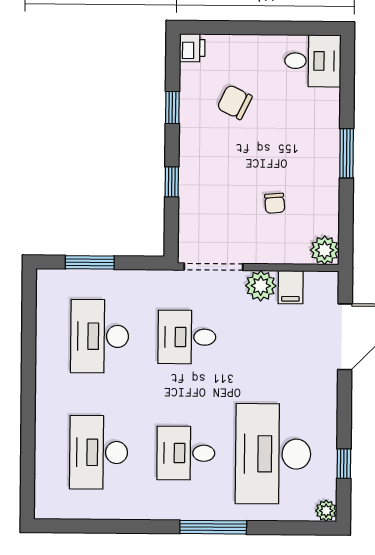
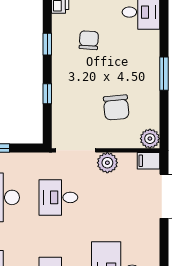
chair: (235, 102) -> (89, 40), turned 68
chair: (275, 203) -> (116, 107), width x1.87, depth x1.87
filing cabinet: (291, 287) -> (149, 161), moved, turned 90

